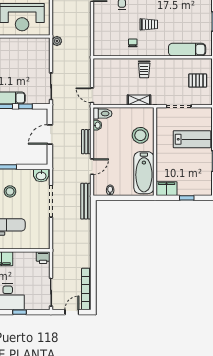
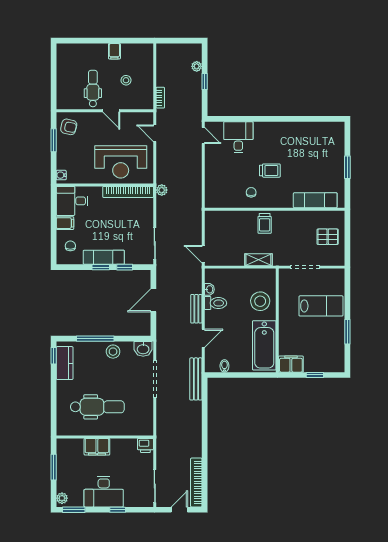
bookcase: (28, 43) -> (128, 192), added
toilet: (103, 114) -> (216, 303), moved
stool: (10, 191) -> (113, 352), moved

